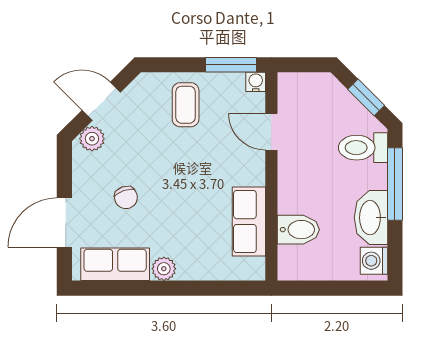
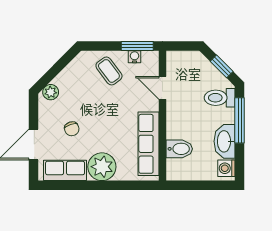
water cooler: (256, 82) -> (135, 57), moved
door: (101, 101) -> (56, 69), removed
coffee table: (186, 105) -> (109, 71), turned -37
row of seats: (249, 222) -> (148, 144), width x1.48
plant: (164, 269) -> (102, 167), width x1.87, depth x1.87

